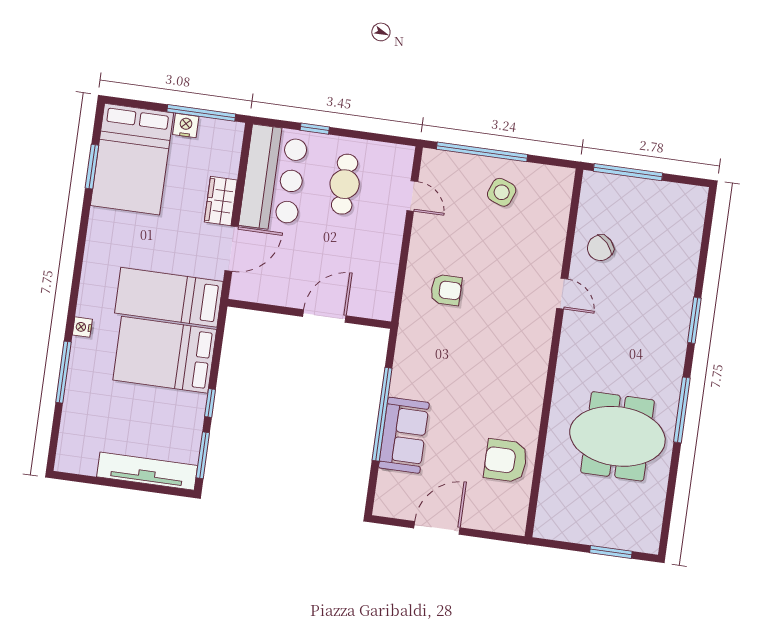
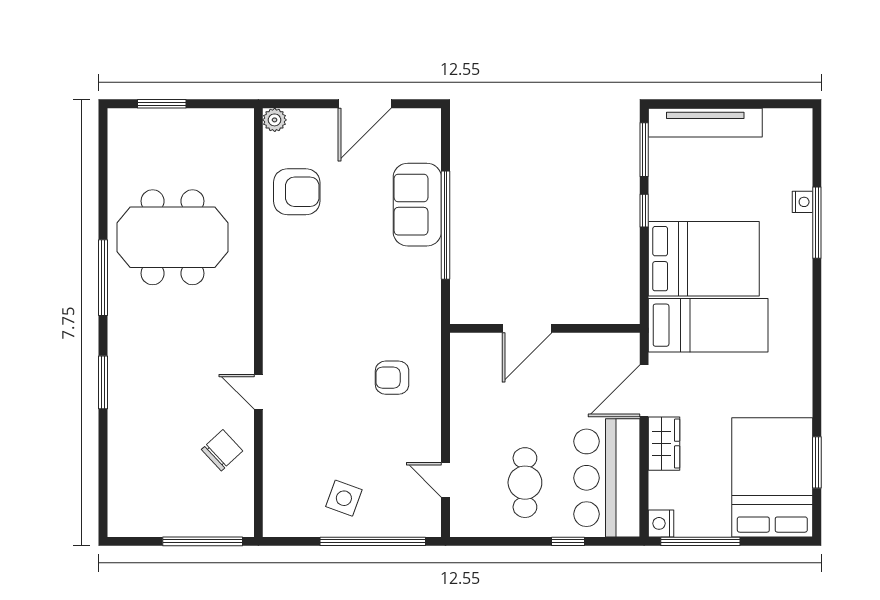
nightstand: (186, 125) -> (661, 523), moved, turned 90
nightstand: (82, 327) -> (802, 202), moved
plant: (516, 525) -> (275, 120), added

